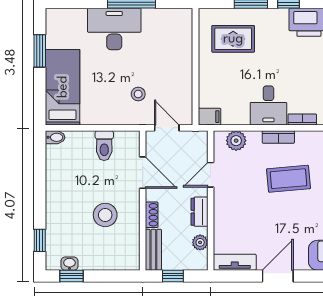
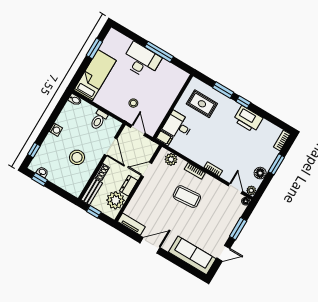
desk: (268, 105) -> (178, 126), moved, turned 90
washing machine: (53, 194) -> (56, 130), added
plant: (200, 242) -> (115, 200), width x1.88, depth x1.88

